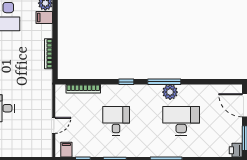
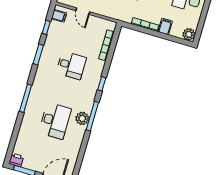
filing cabinet: (44, 17) -> (165, 27), moved

